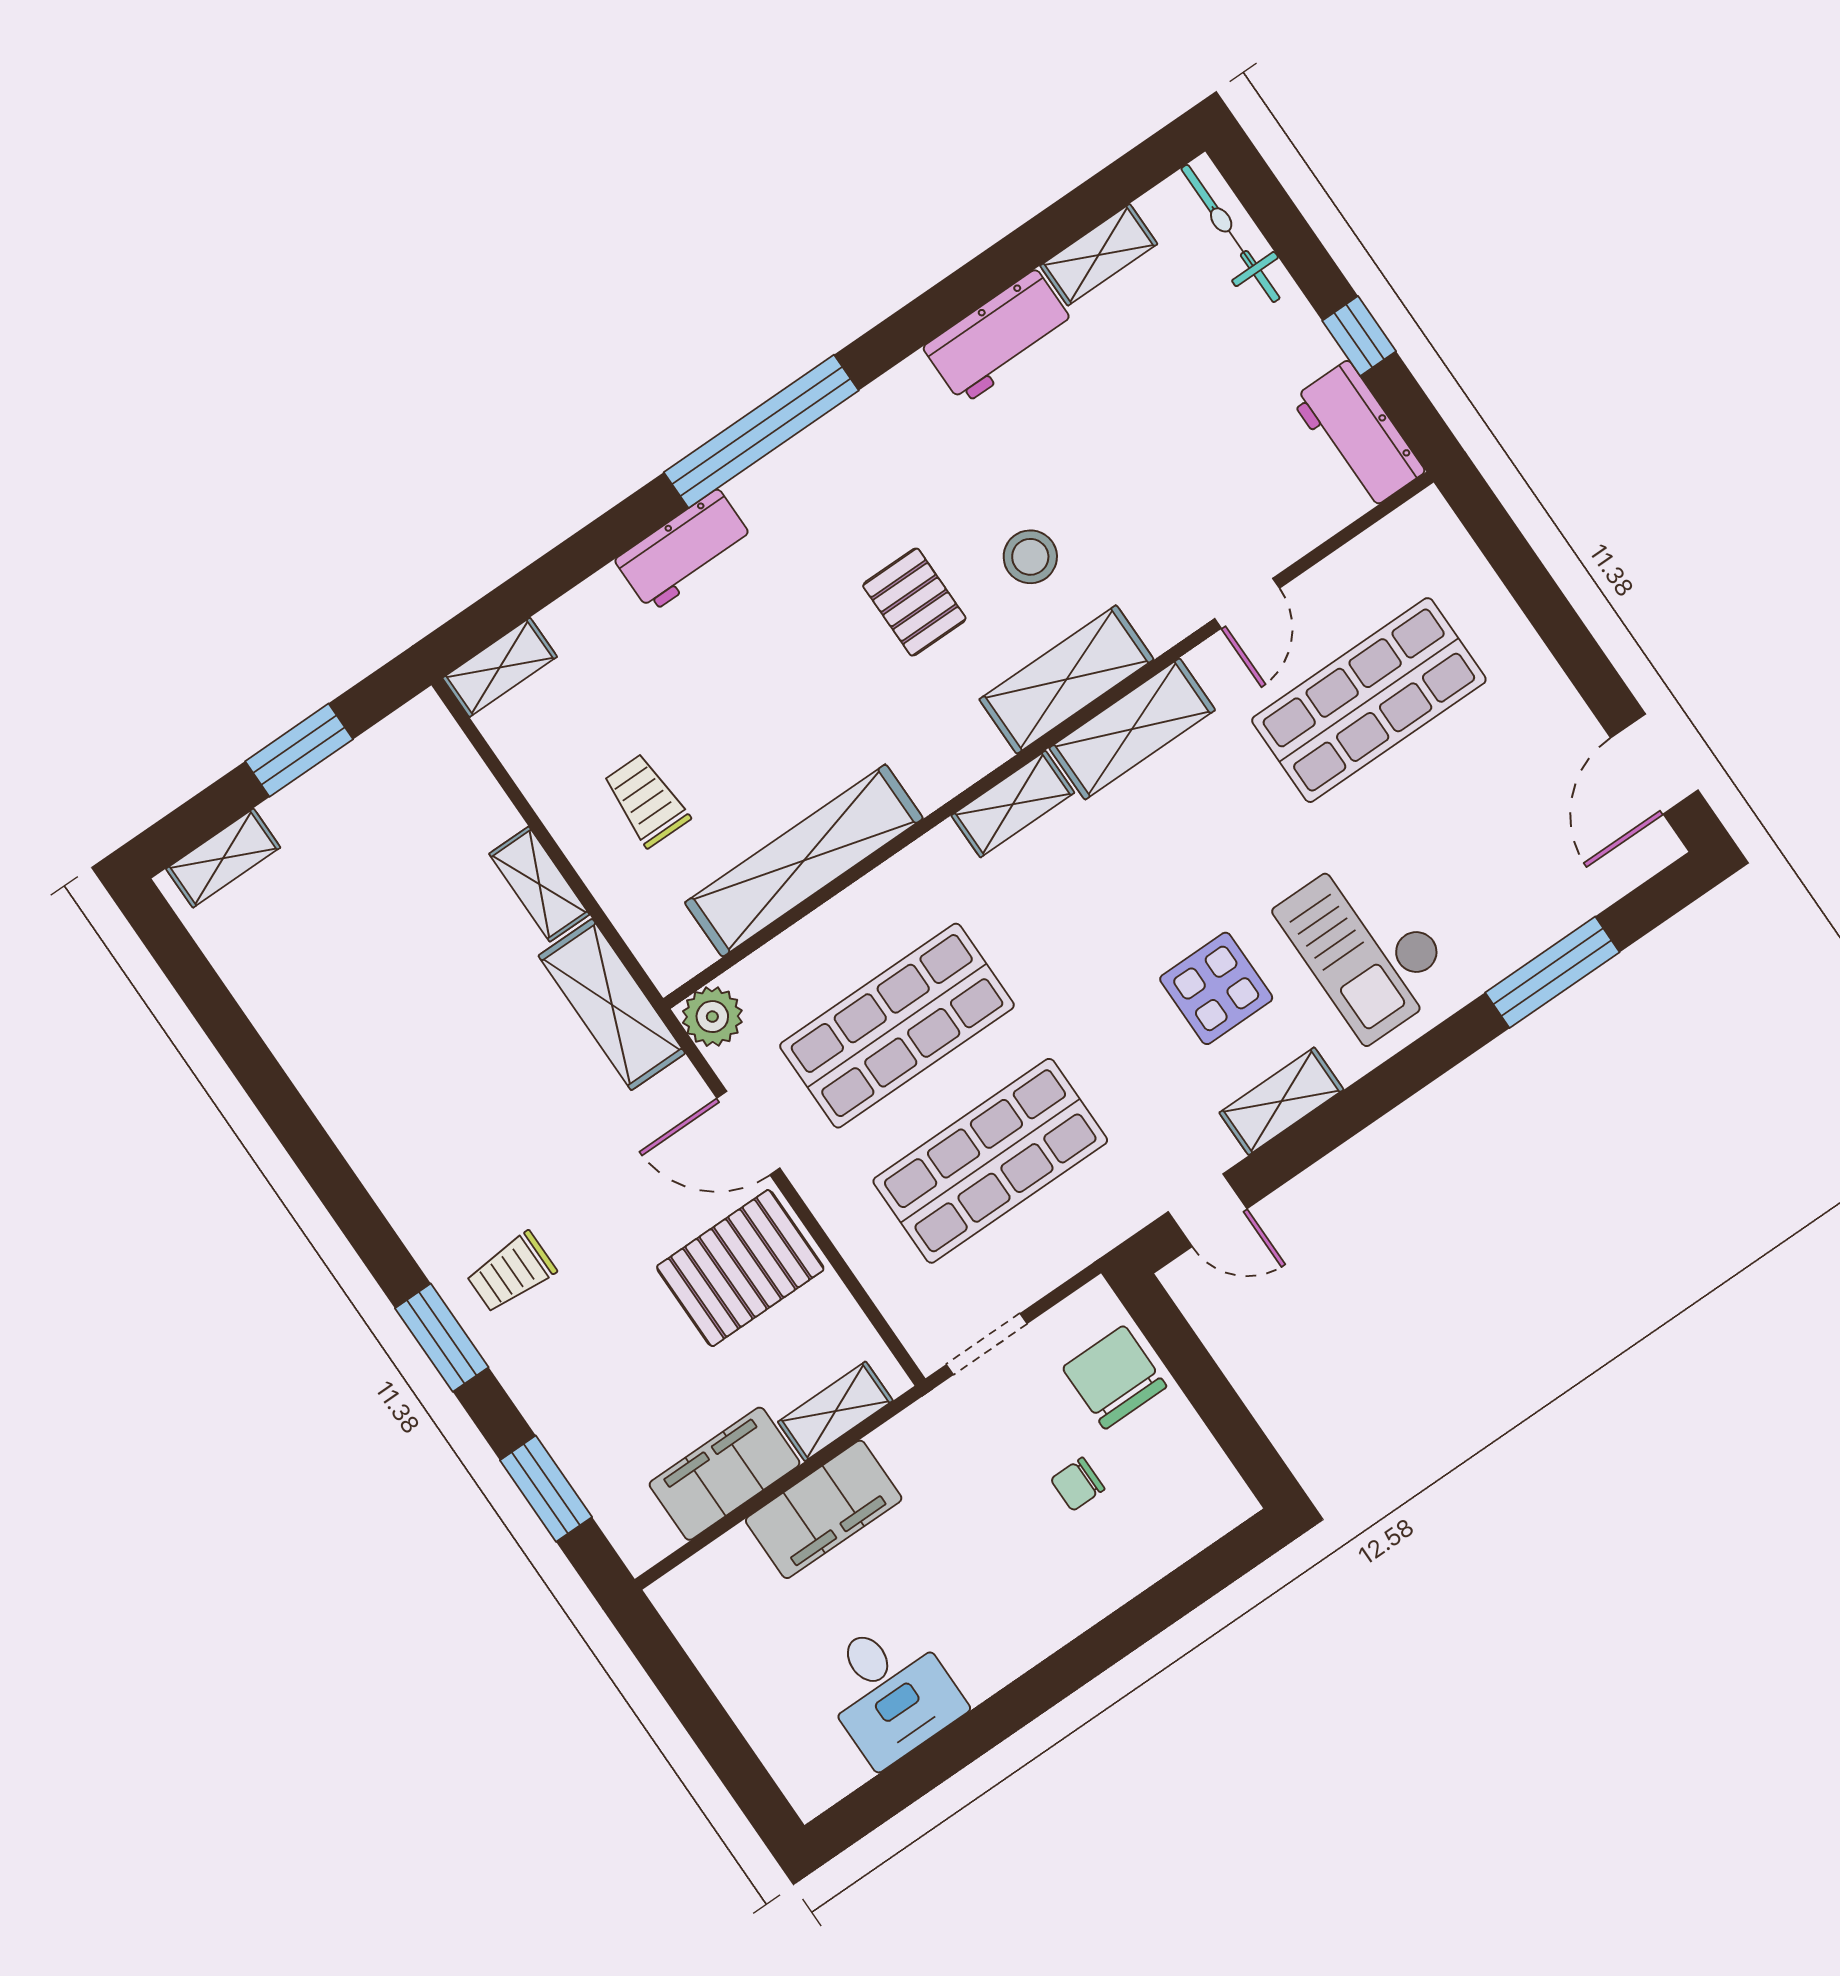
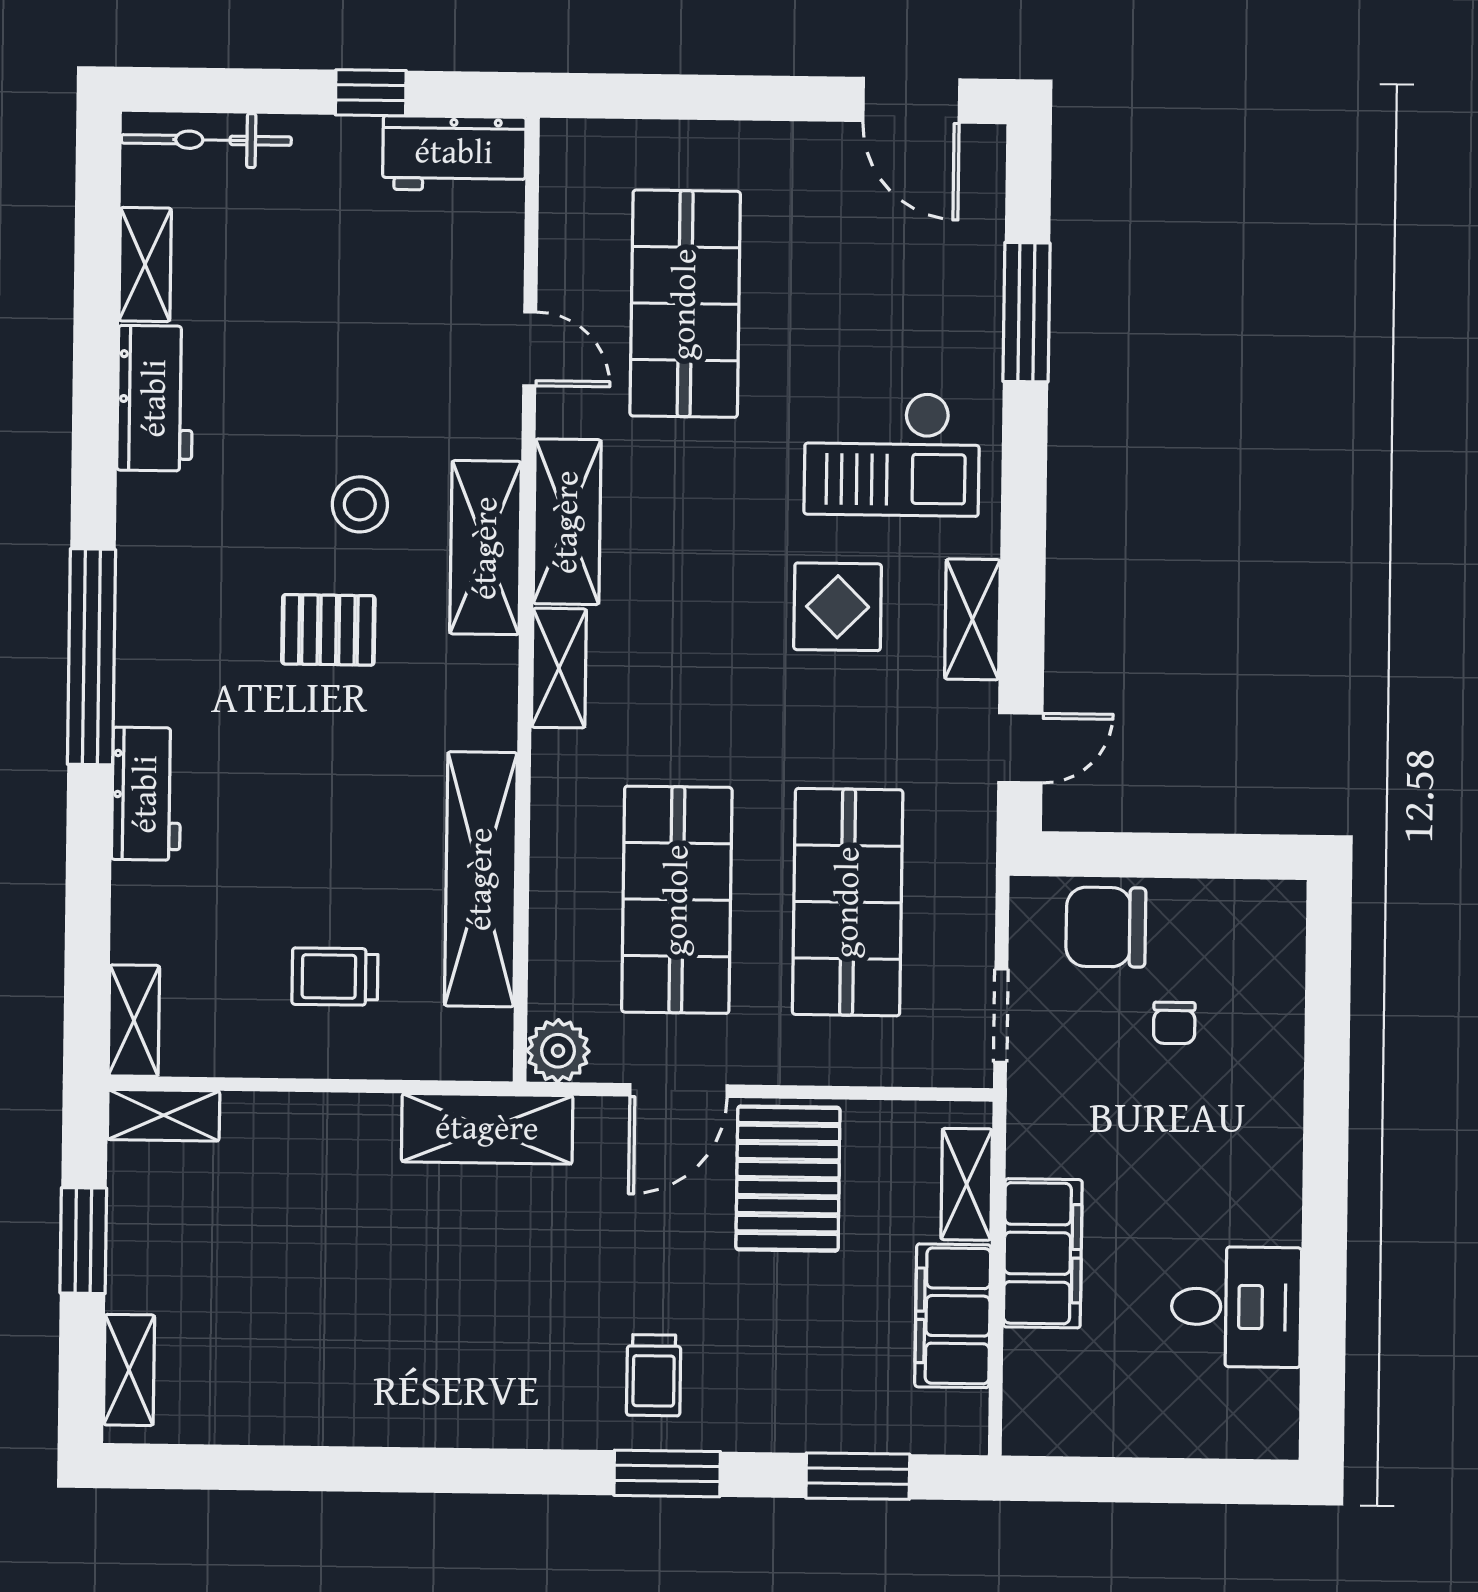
shelving: (539, 884) -> (164, 1115), moved

